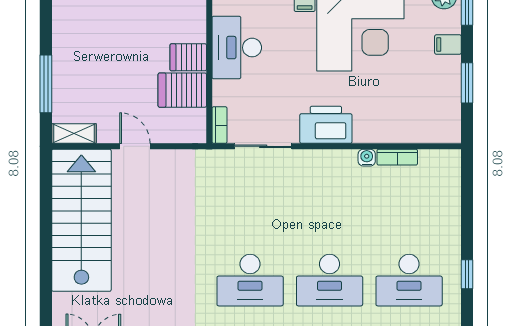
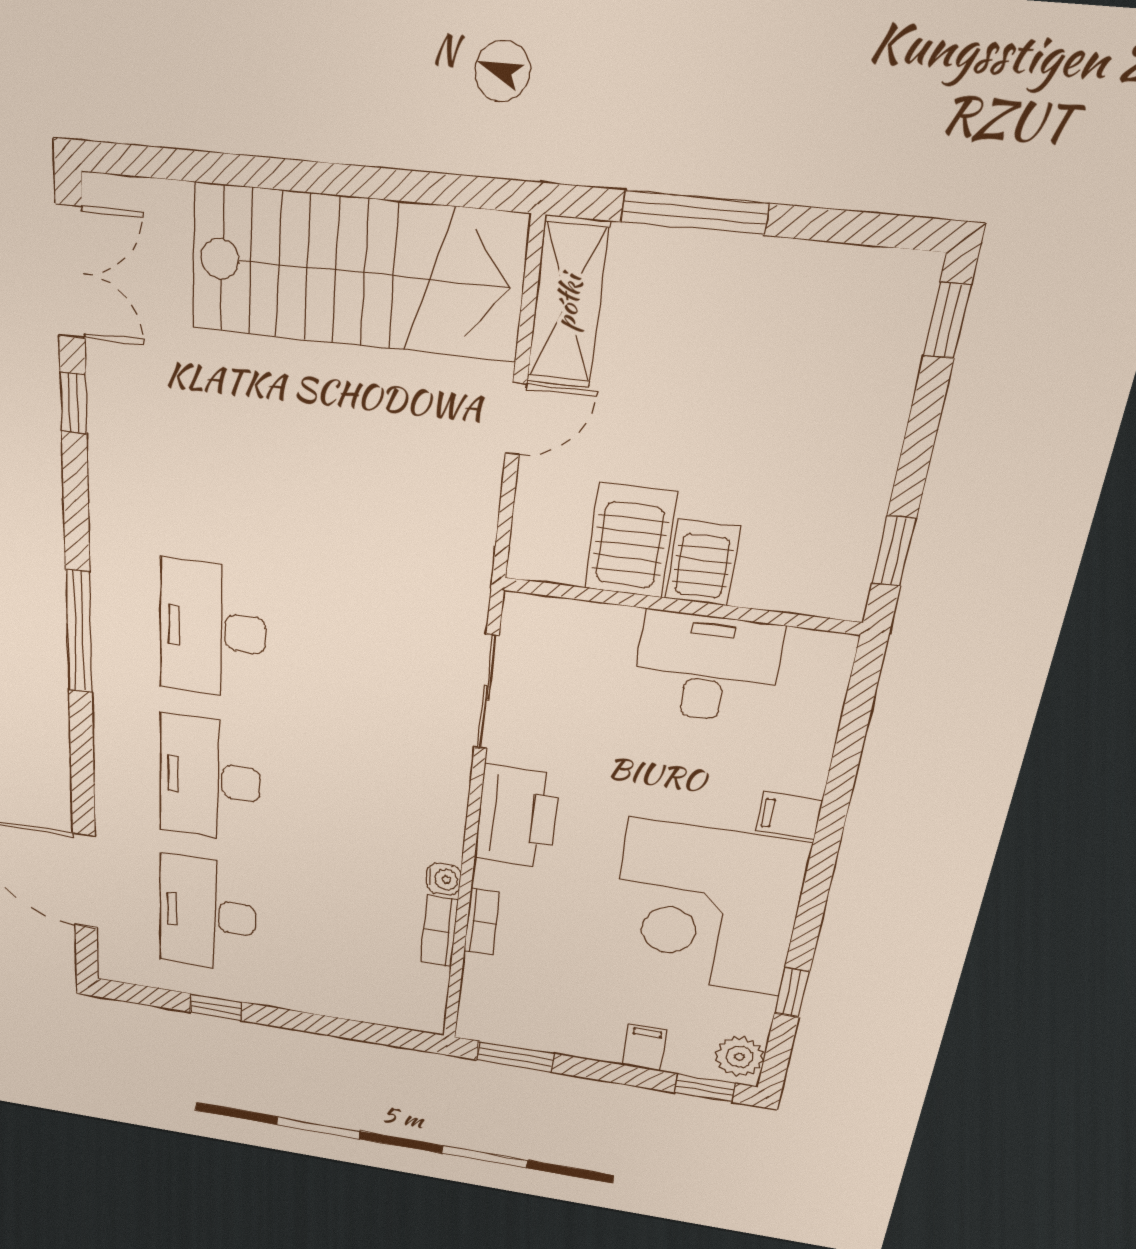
window: (467, 83) -> (515, 1057), moved
bookcase: (219, 125) -> (482, 922), moved, turned -90
shelving: (74, 133) -> (568, 303), width x1.50, depth x1.33

